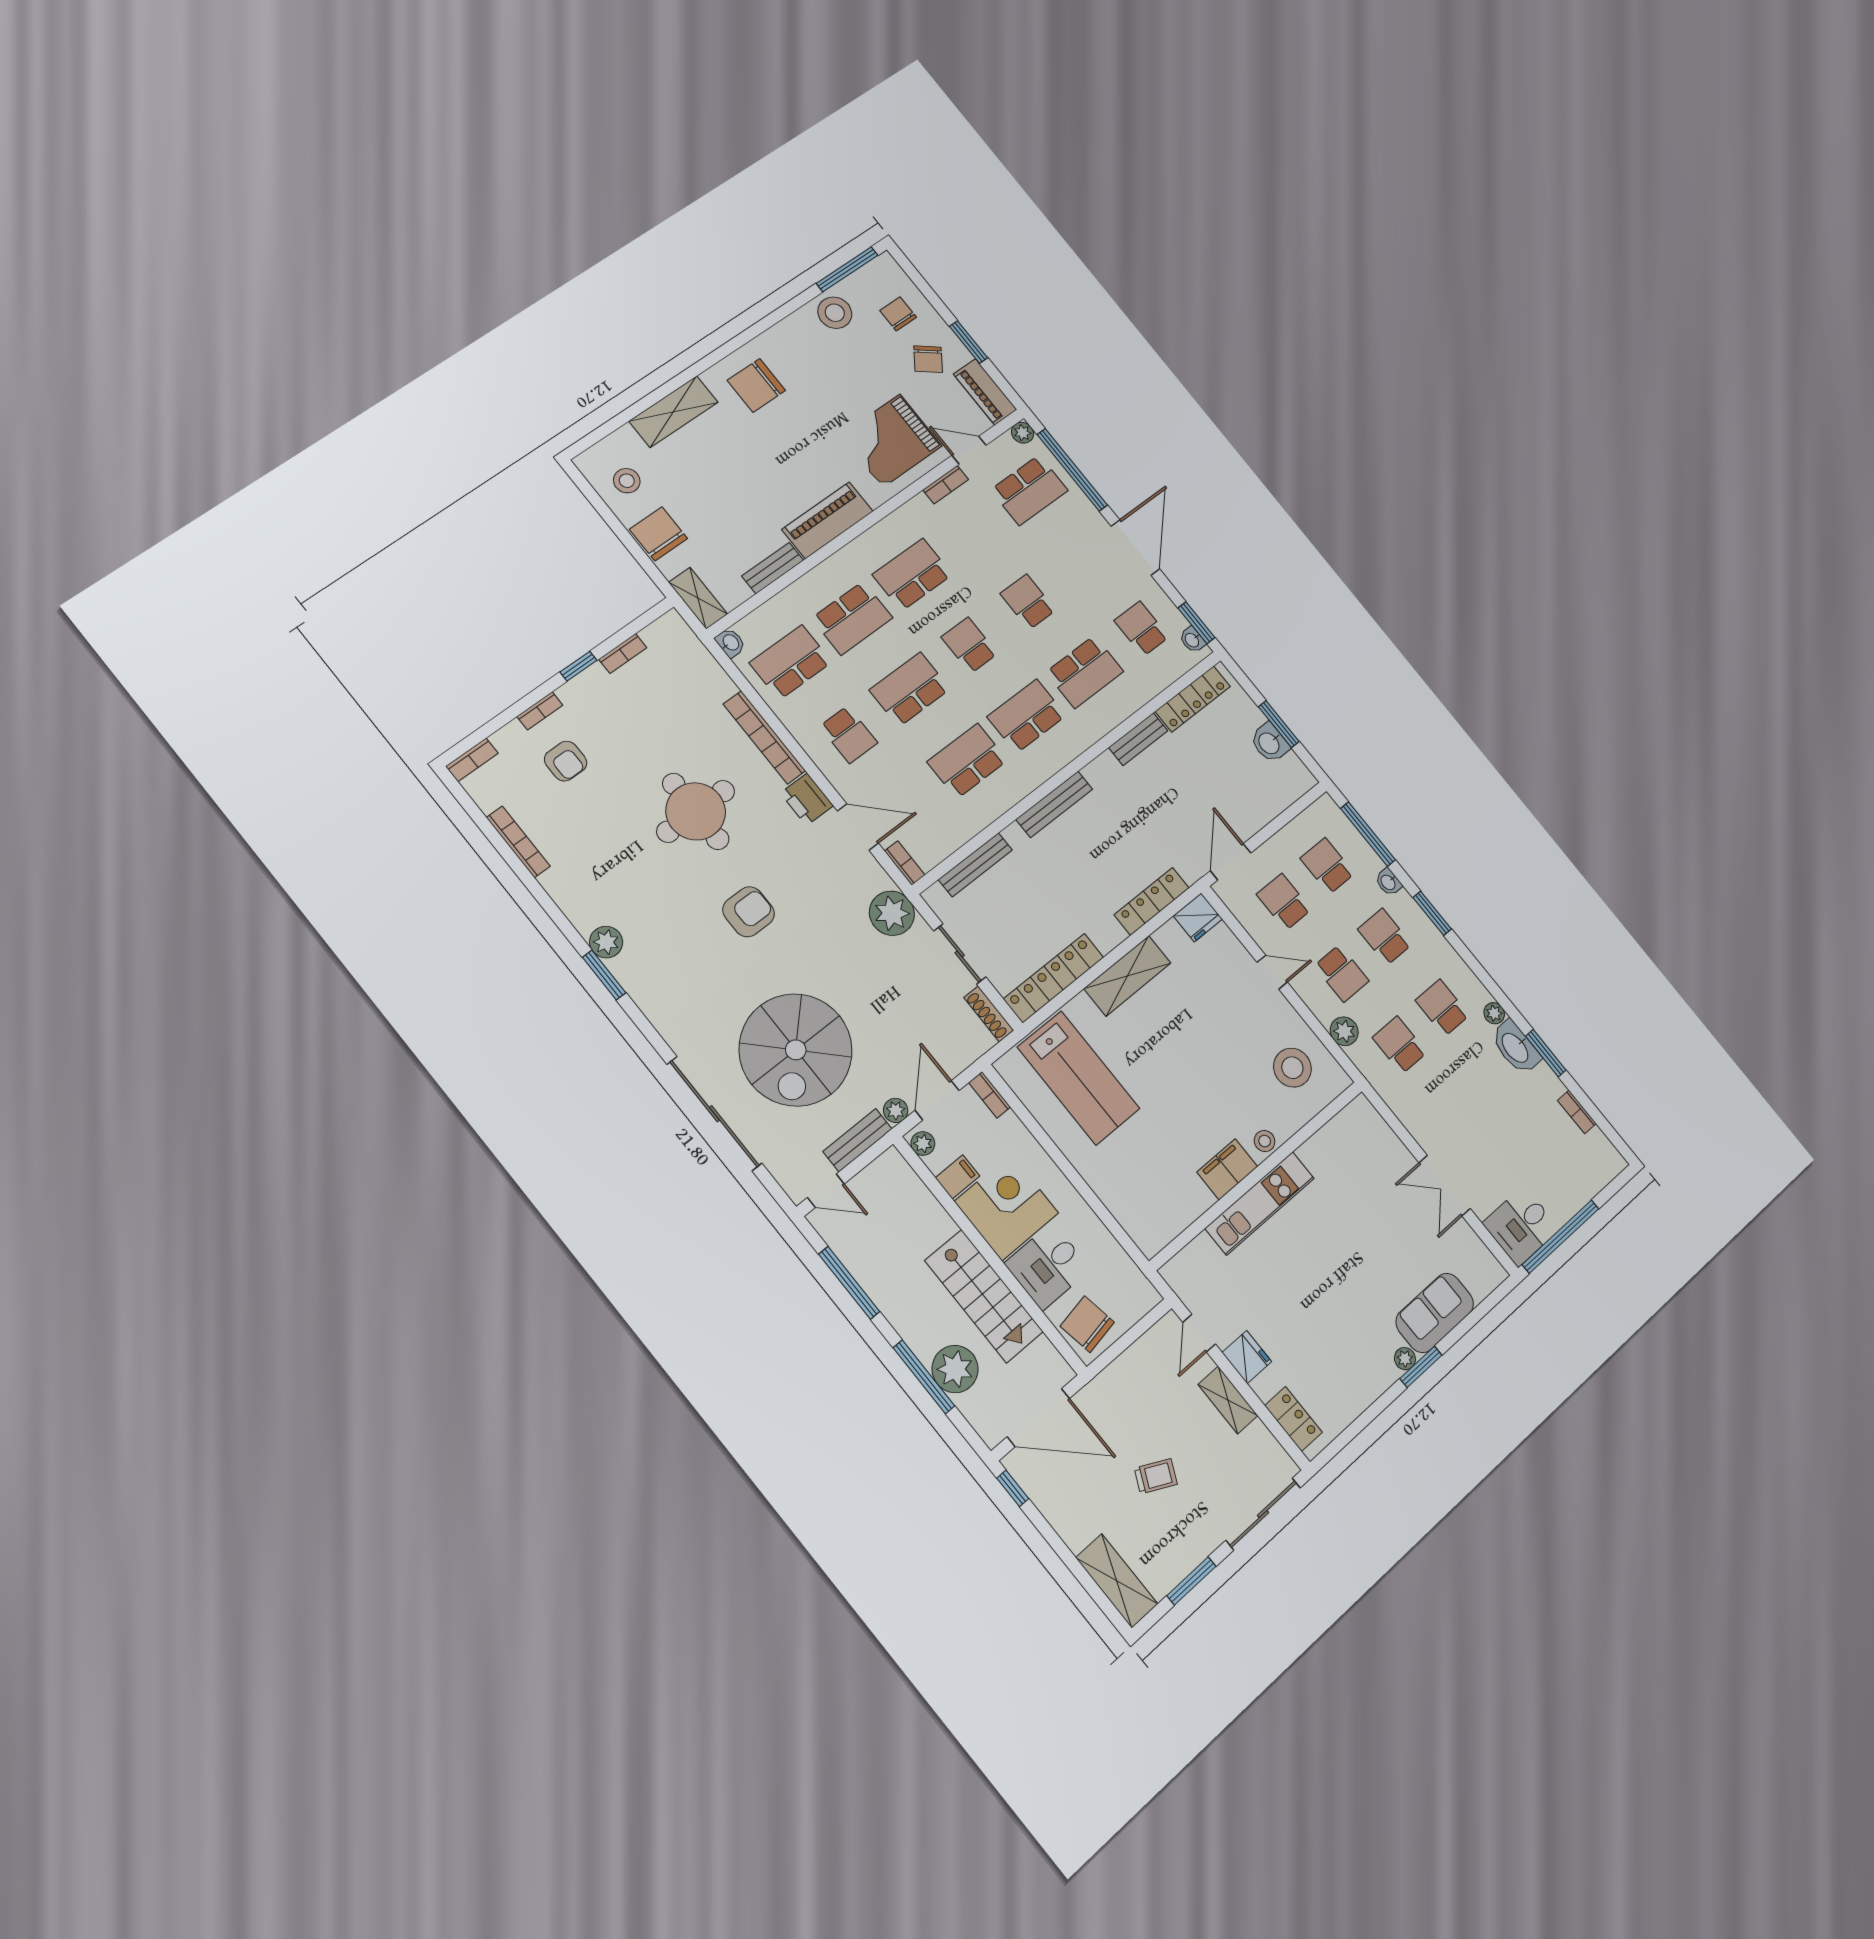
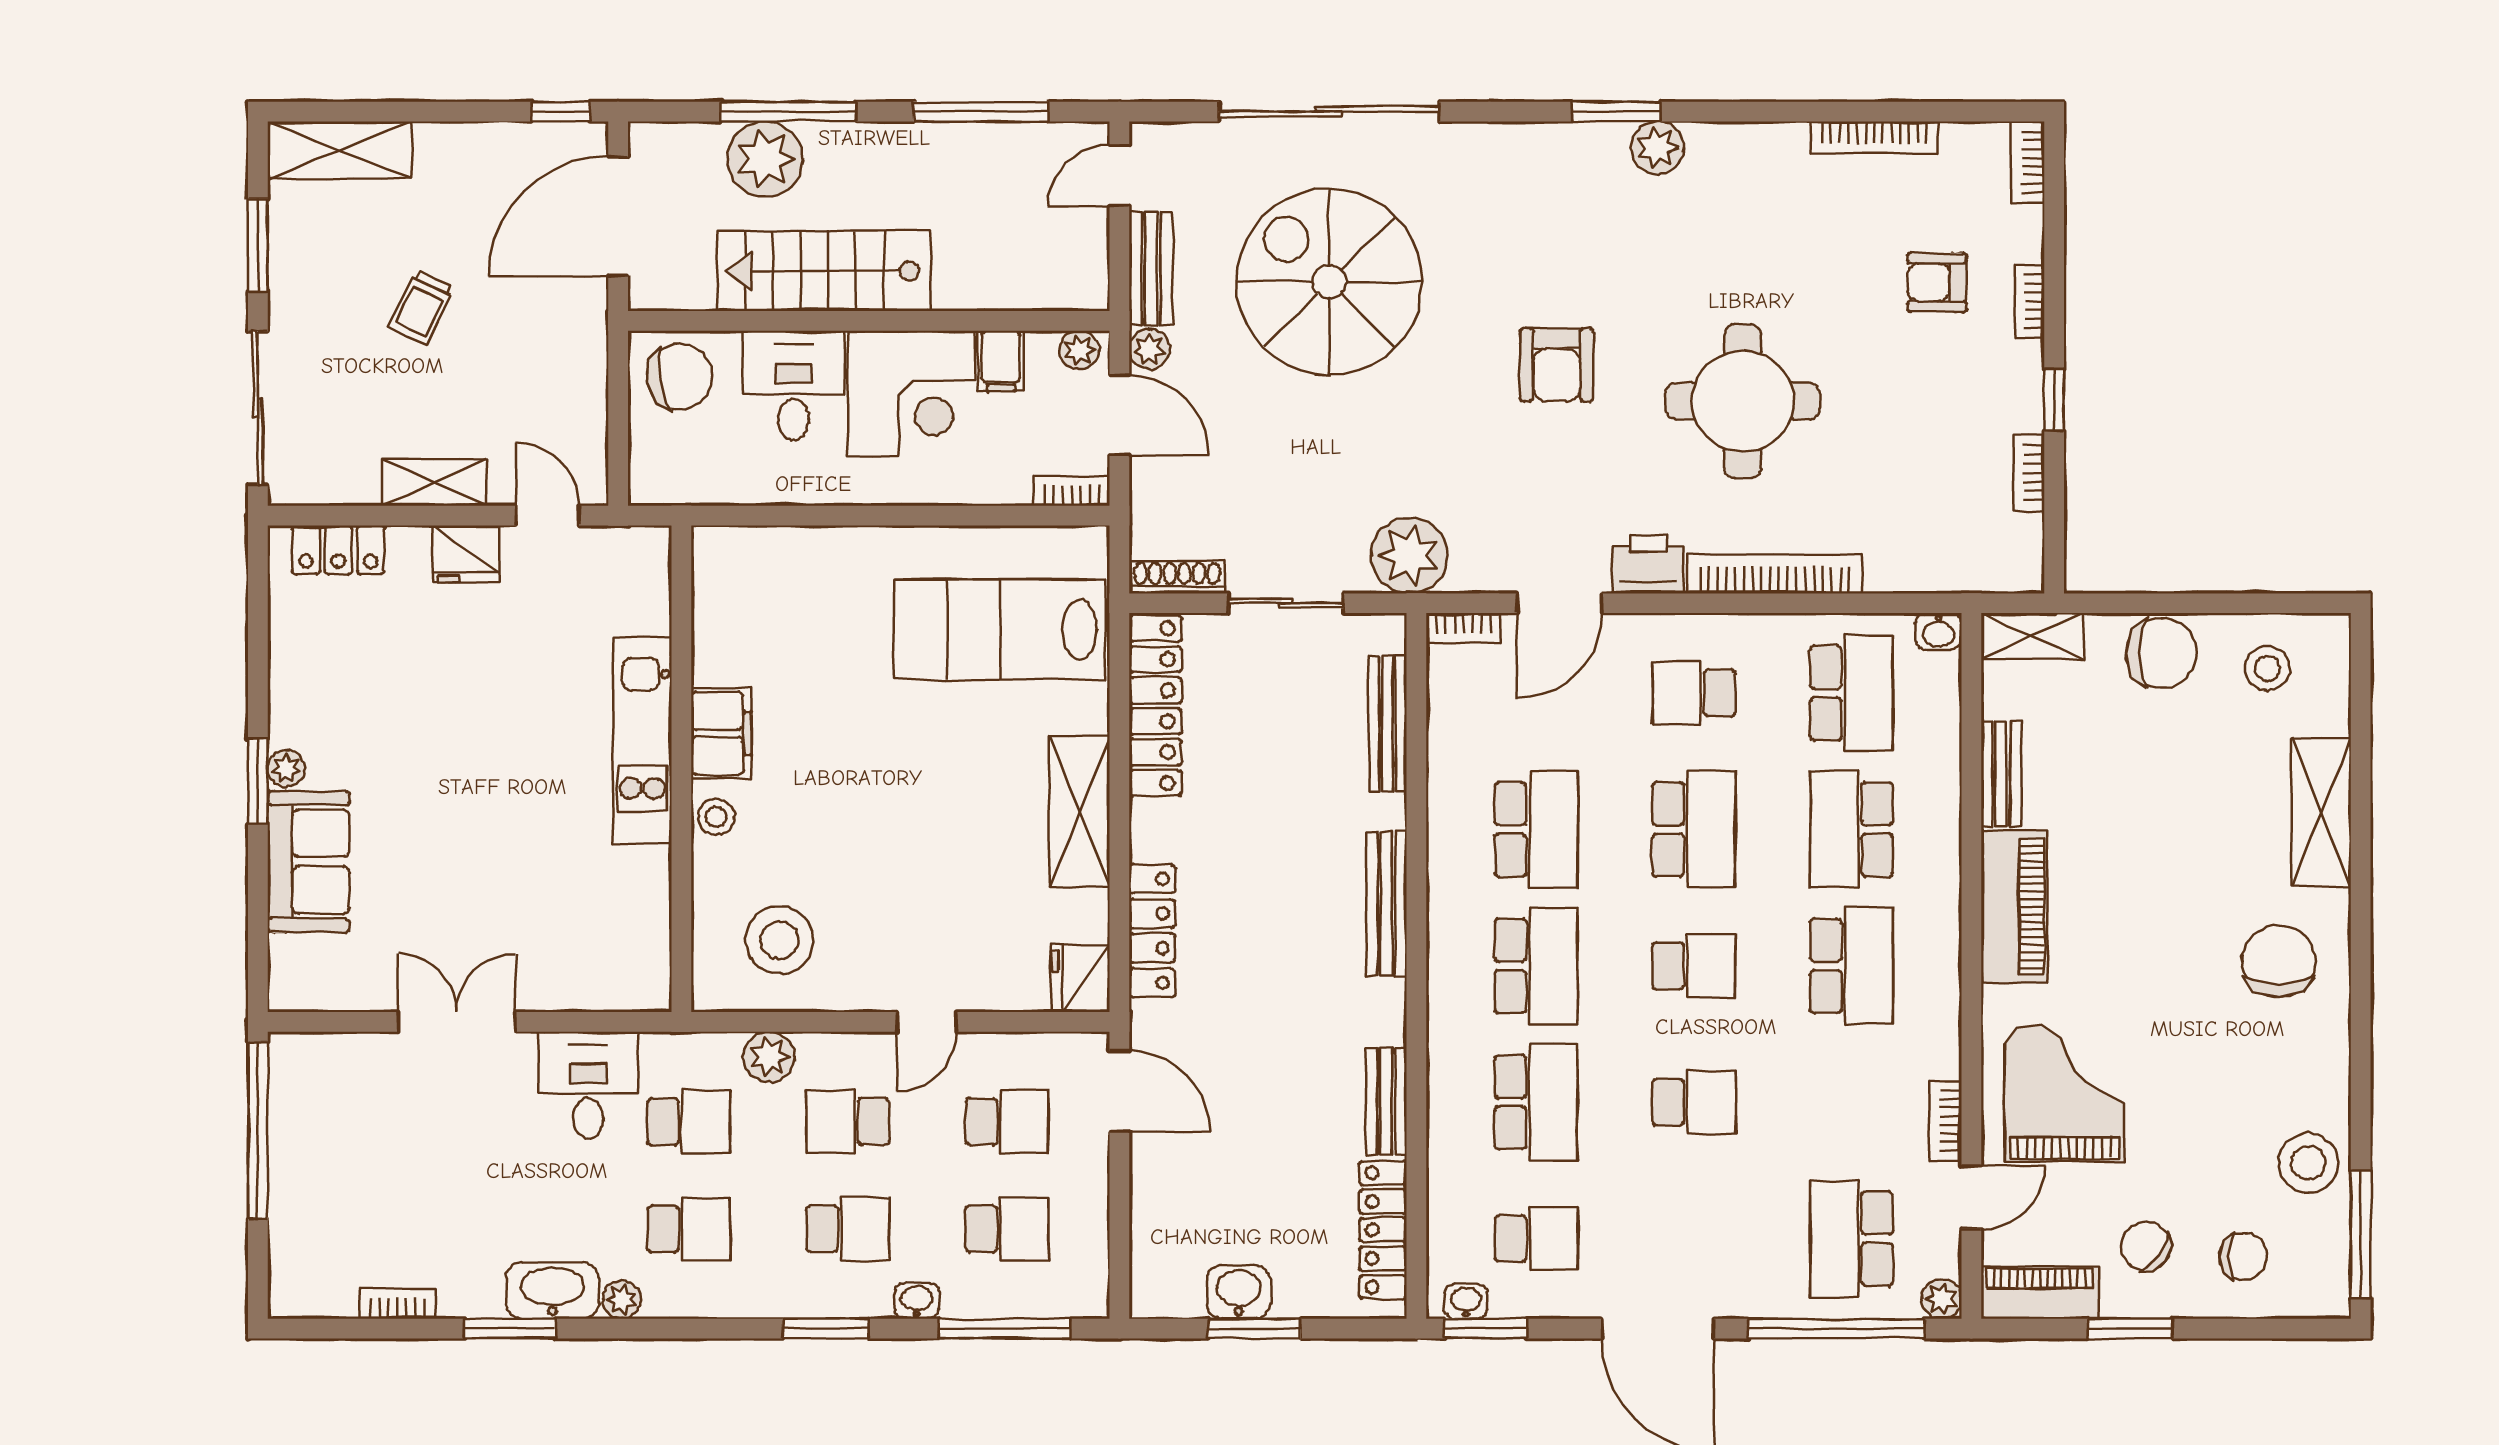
school desk: (1085, 672) -> (1536, 1102), turned 180
desk: (1521, 1226) -> (588, 1085), moved

